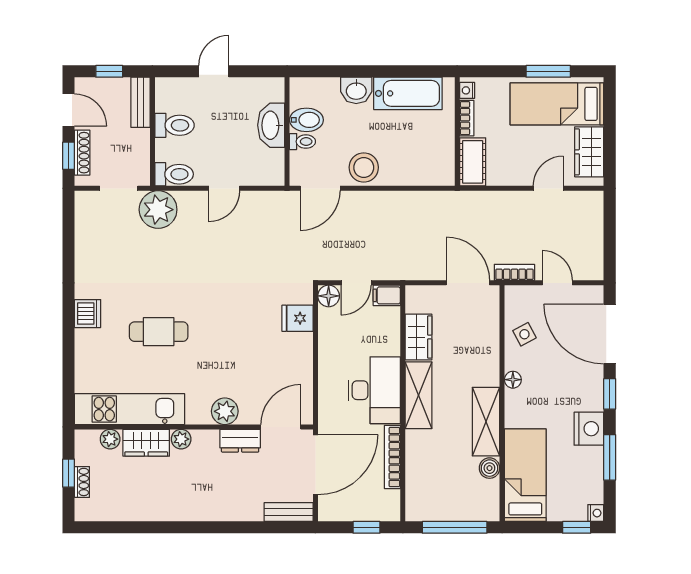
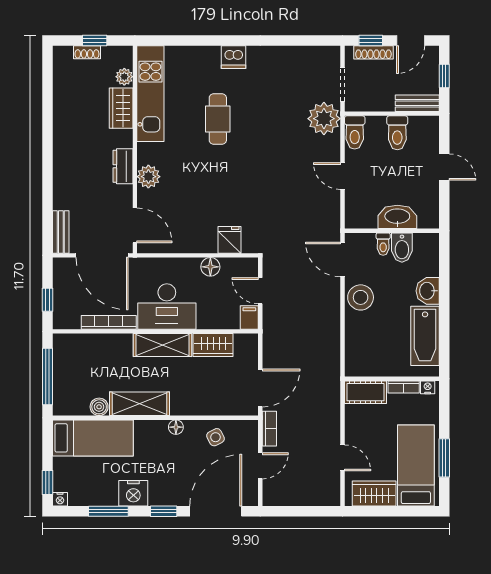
floor lamp: (329, 296) -> (210, 267), moved
plant: (181, 439) -> (124, 139), removed
dresser: (240, 441) -> (123, 166), moved

